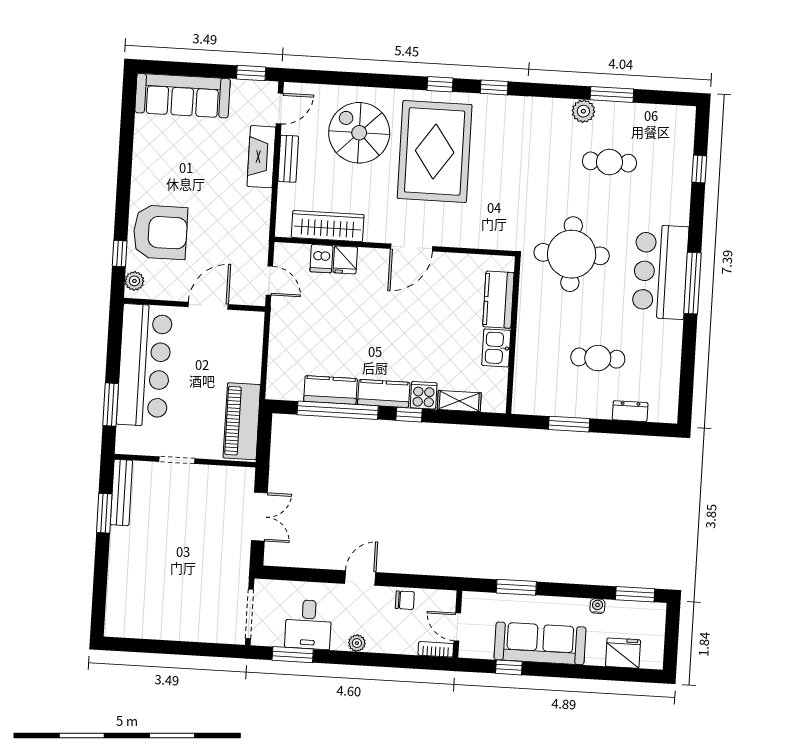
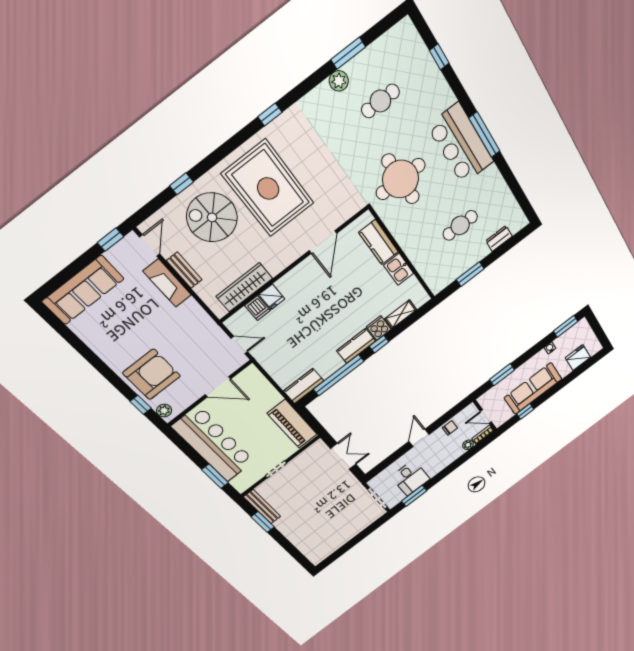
window: (440, 84) -> (181, 184), moved
door: (412, 248) -> (323, 242), moved
door: (208, 306) -> (218, 387), swing flipped
kitchen counter: (331, 390) -> (304, 386), moved
plant: (357, 643) -> (468, 445), moved

